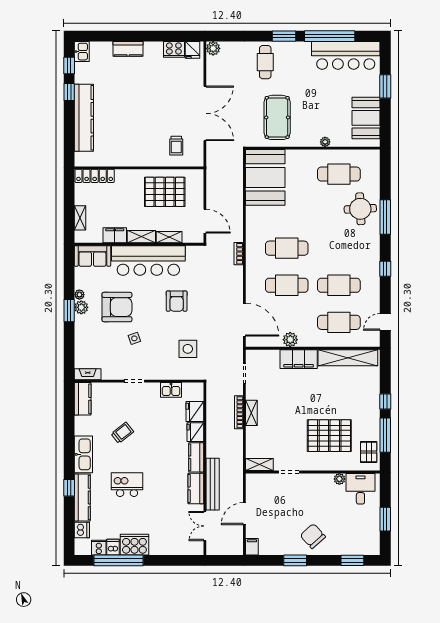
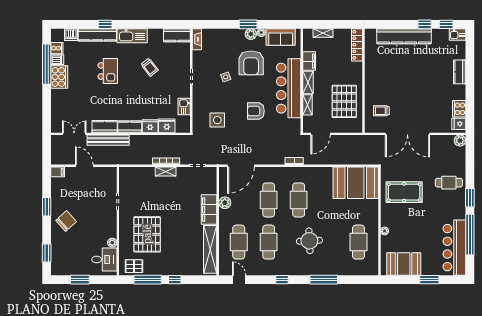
round table: (360, 209) -> (309, 241), moved
sofa: (92, 256) -> (281, 37), moved, turned -90
shelving: (259, 465) -> (124, 178), removed

